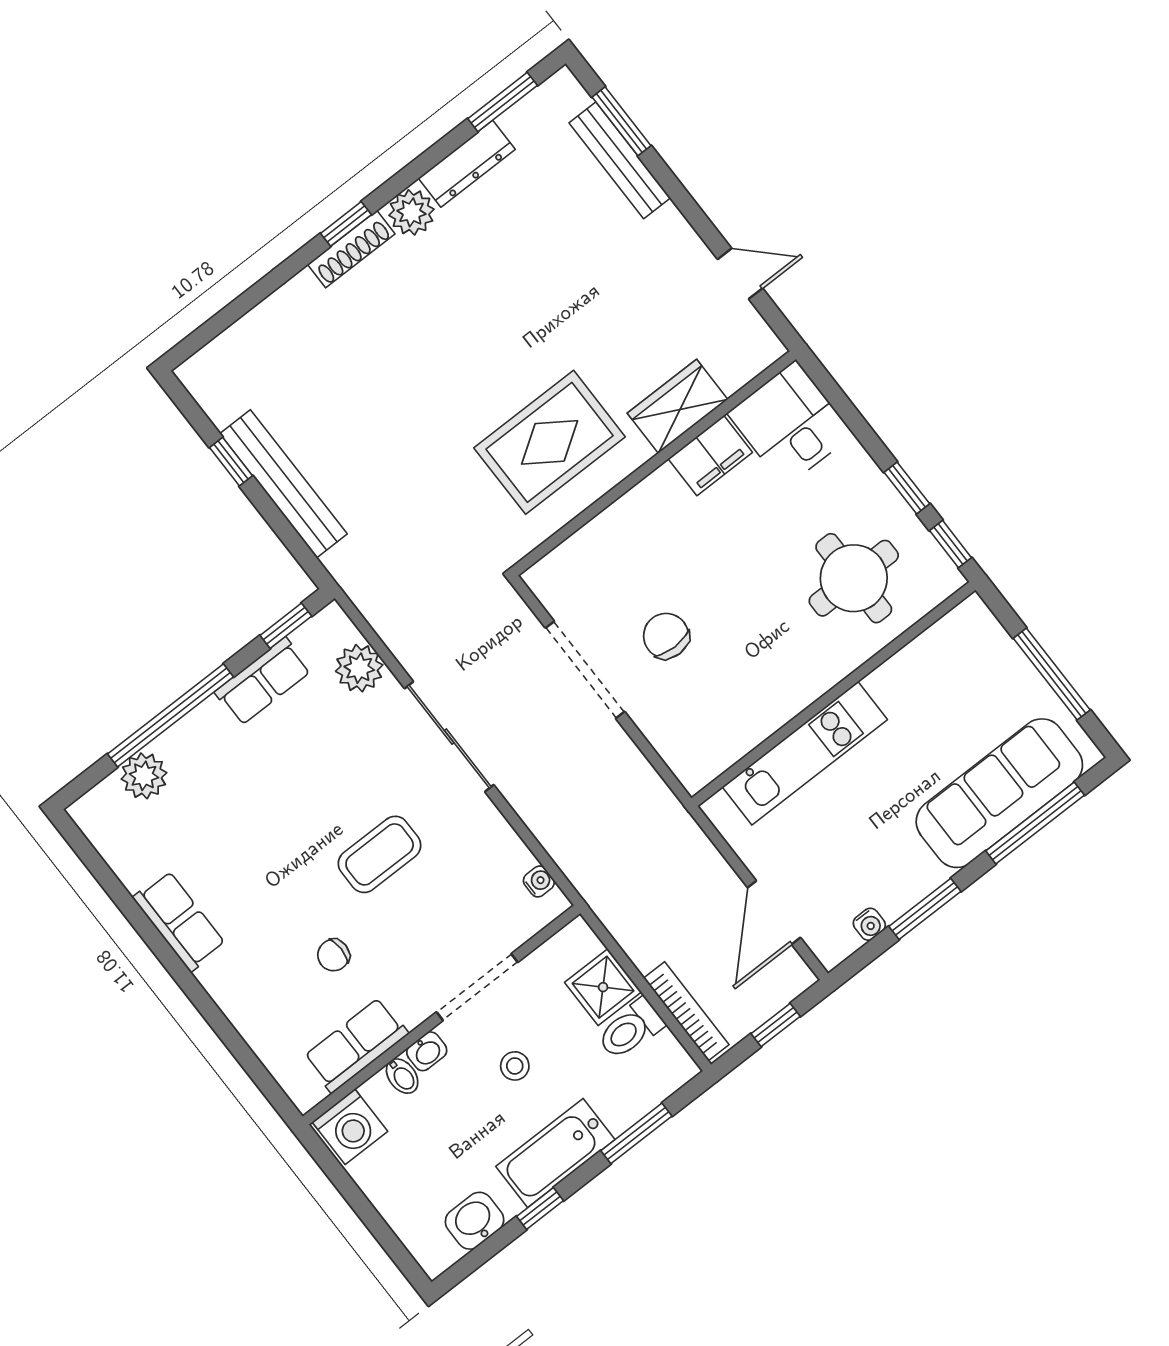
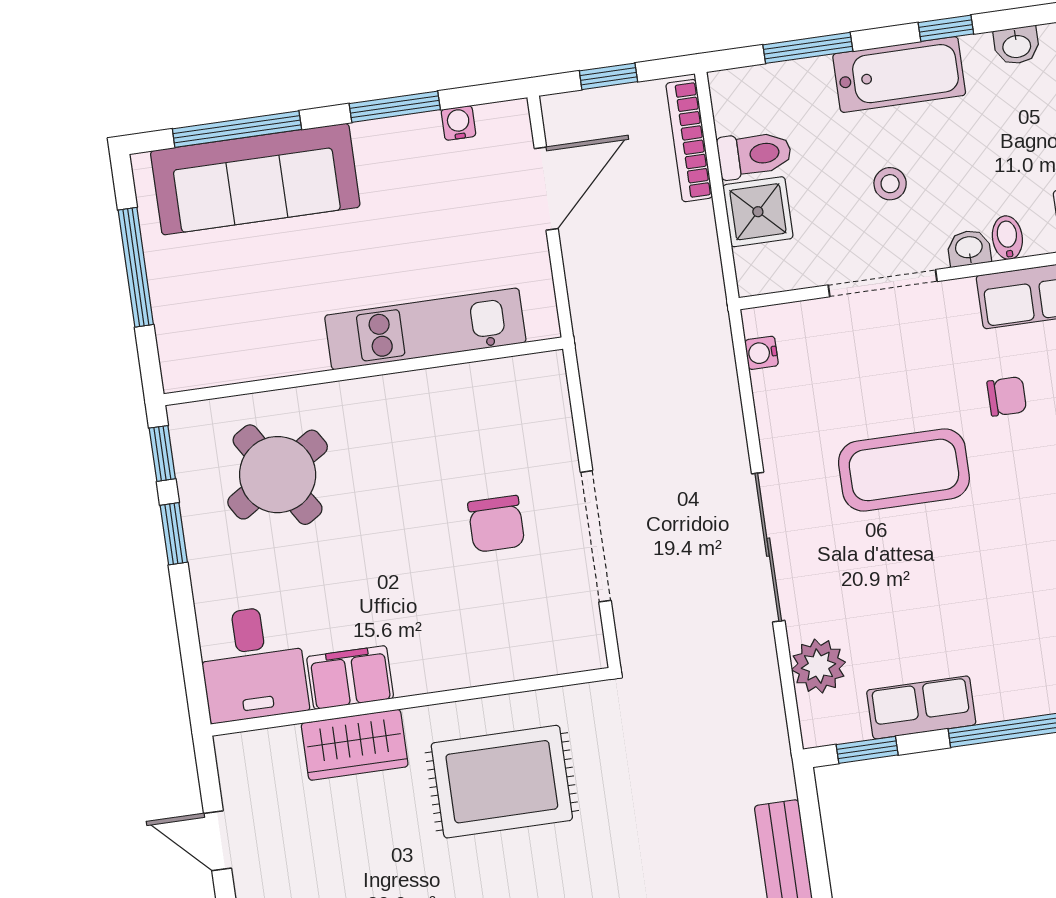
round table: (854, 578) -> (278, 475), turned -32
coffee table: (380, 854) -> (904, 470), width x1.36, depth x1.32
washbasin: (475, 1221) -> (1017, 45), width x0.72, depth x0.69

